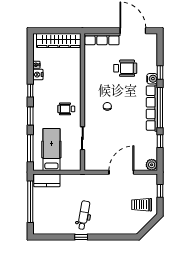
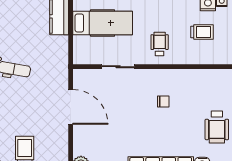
trolley: (58, 79) -> (202, 32), added
door: (121, 172) -> (71, 107), moved

